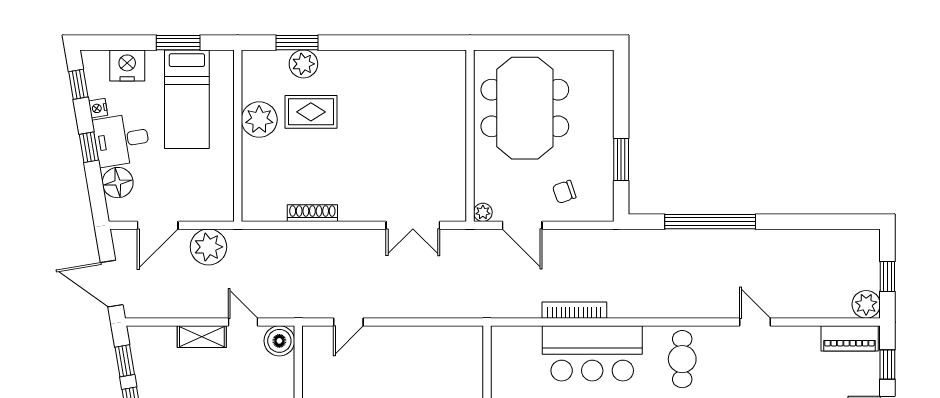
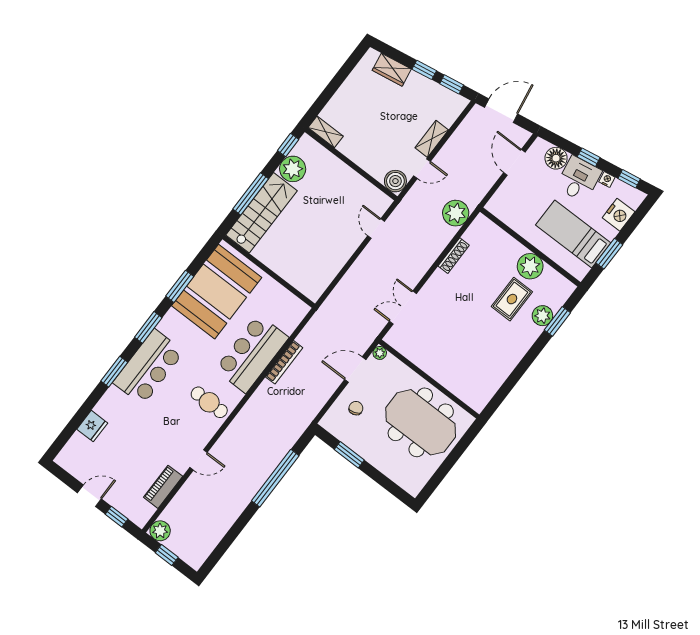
plant: (208, 247) -> (456, 213), moved
piano: (850, 338) -> (163, 487), moved

